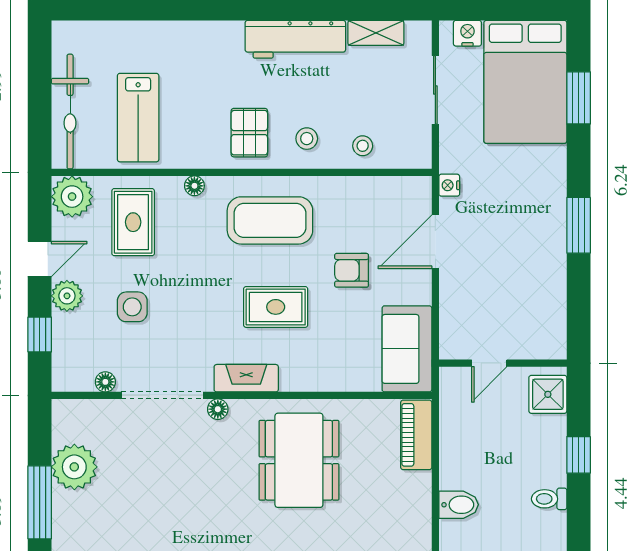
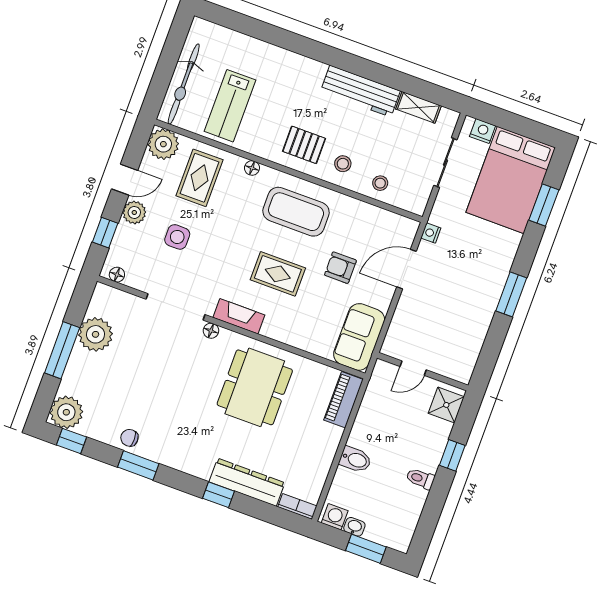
pallet: (249, 133) -> (304, 145), turned 90
floor lamp: (105, 382) -> (117, 275), moved

